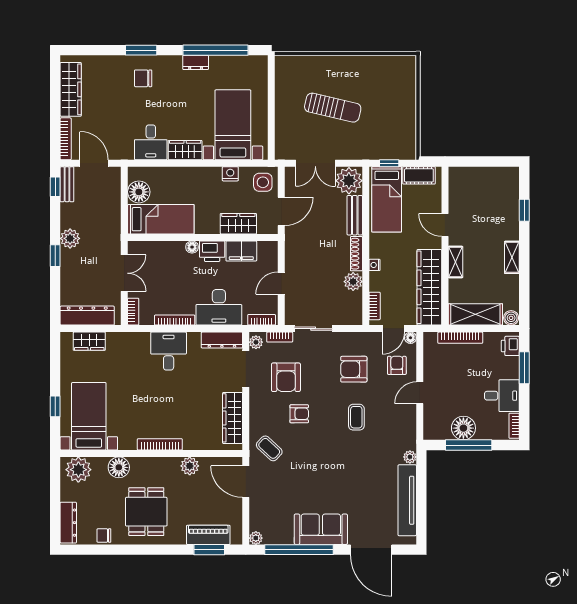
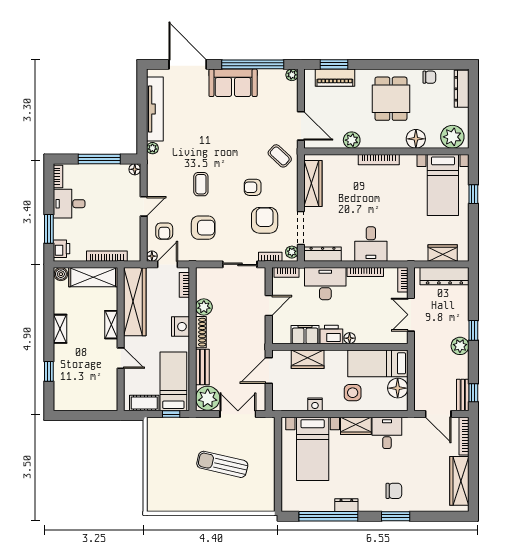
side table: (263, 182) -> (353, 393), moved
nightstand: (374, 265) -> (181, 327), width x1.89, depth x1.79
floor lamp: (463, 428) -> (135, 169), moved, width x0.53, depth x0.53

